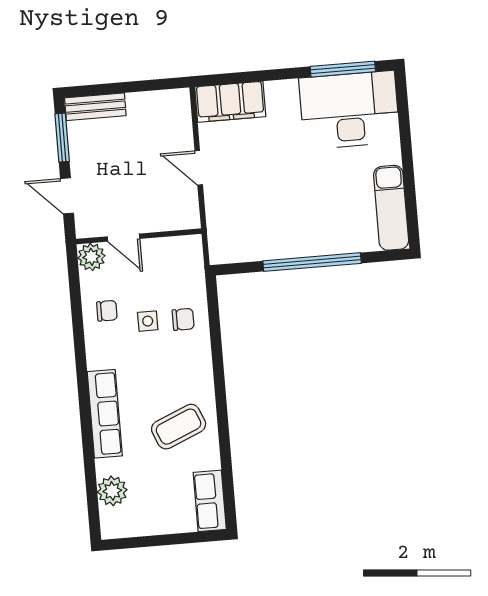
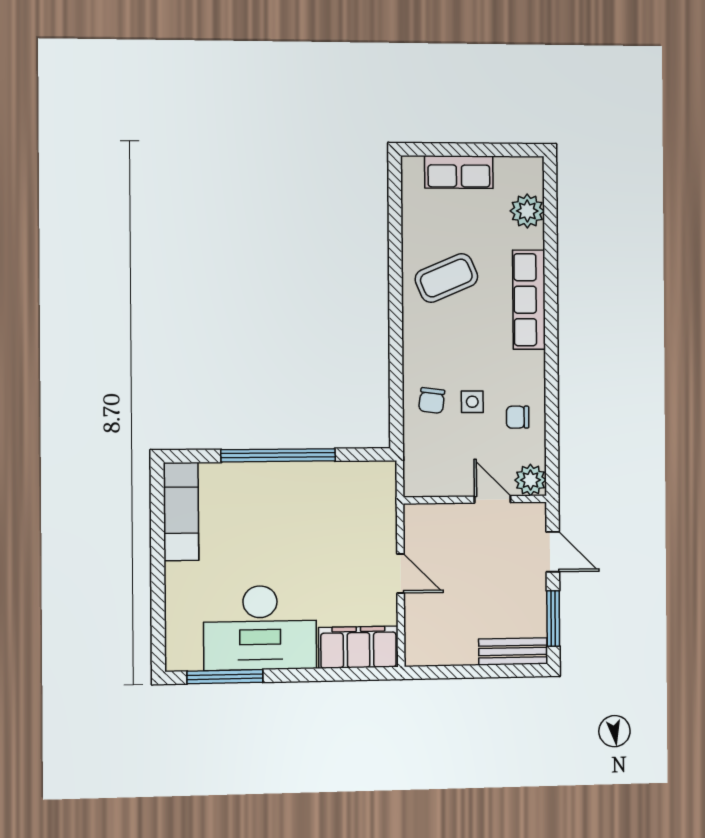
desk: (349, 110) -> (260, 628), moved
chair: (183, 319) -> (432, 401), turned -83
row of seats: (210, 501) -> (459, 172), moved, turned 90

